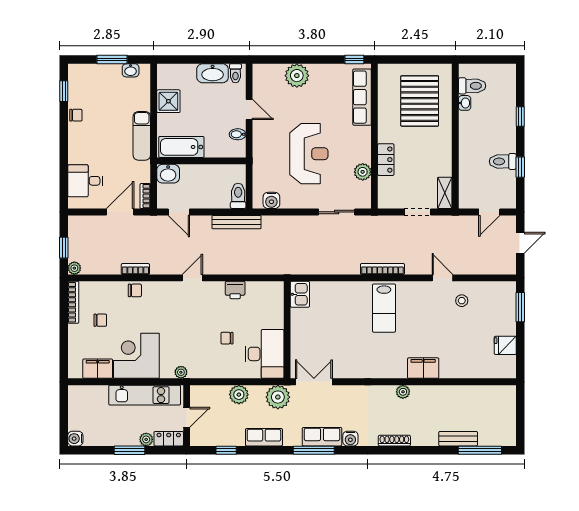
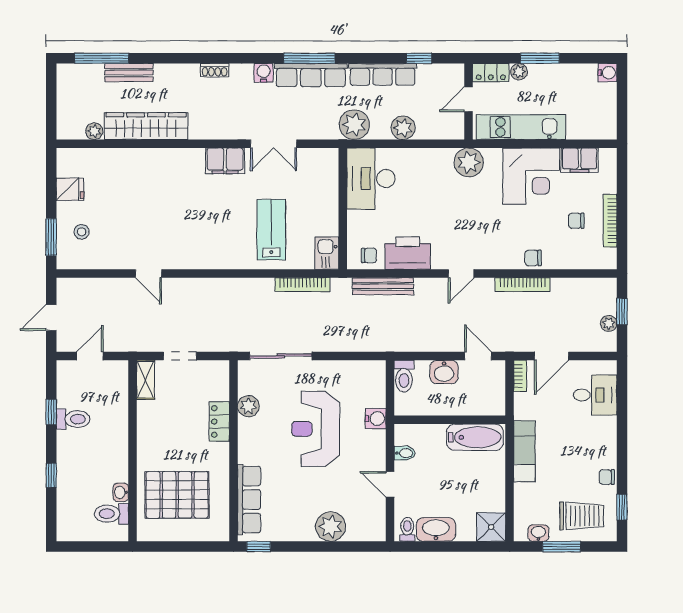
trolley: (96, 84) -> (582, 516), added
shower: (168, 101) -> (491, 527), moved
pallet: (420, 101) -> (177, 495), turned 90
washbasin: (168, 174) -> (444, 372), moved, turned 180
water cooler: (271, 200) -> (376, 419), moved, turned 90
sliding door: (337, 212) -> (281, 356), width x1.37
bench: (237, 222) -> (383, 286), moved
plant: (74, 268) -> (609, 323), moved
bookcase: (135, 269) -> (523, 285), width x1.56
bookcase: (382, 269) -> (303, 285), moved
printer: (235, 290) -> (408, 253), width x1.87, depth x1.48
stool: (462, 301) -> (82, 232), moved
bookcase: (73, 302) -> (610, 221), moved
lab bench: (384, 308) -> (271, 230), moved
chair: (227, 338) -> (369, 255), moved
filing cabinet: (423, 368) -> (225, 161), moved
plant: (181, 372) -> (469, 162), width x1.88, depth x1.88
double door: (314, 382) -> (274, 144), moved
plant: (403, 392) -> (94, 131), moved
wardrobe: (444, 396) -> (146, 126), added
row of seats: (264, 437) -> (383, 74), width x1.48
row of seats: (322, 437) -> (311, 75), width x1.48
shoe rack: (394, 441) -> (215, 70), width x0.70

